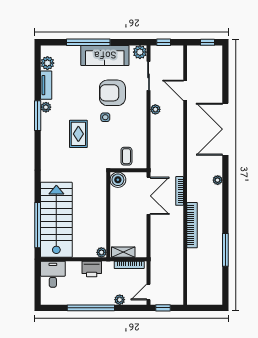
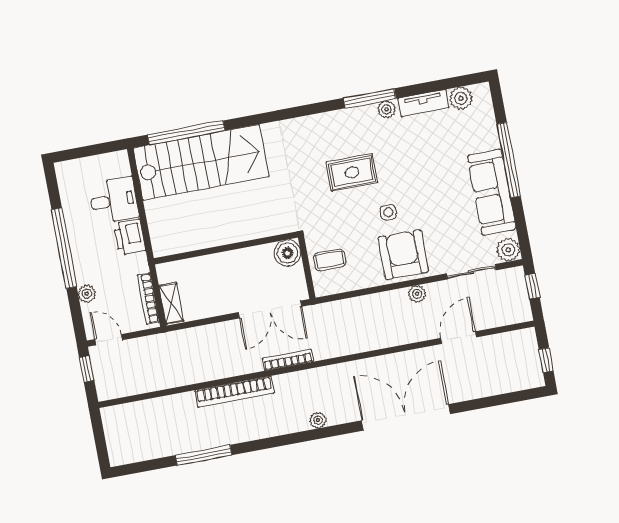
armchair: (112, 93) -> (403, 255), moved
plant: (101, 252) -> (161, 248), removed
shelving: (123, 252) -> (171, 303), moved
desk: (53, 274) -> (114, 201), moved

